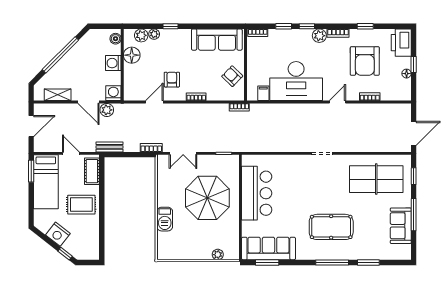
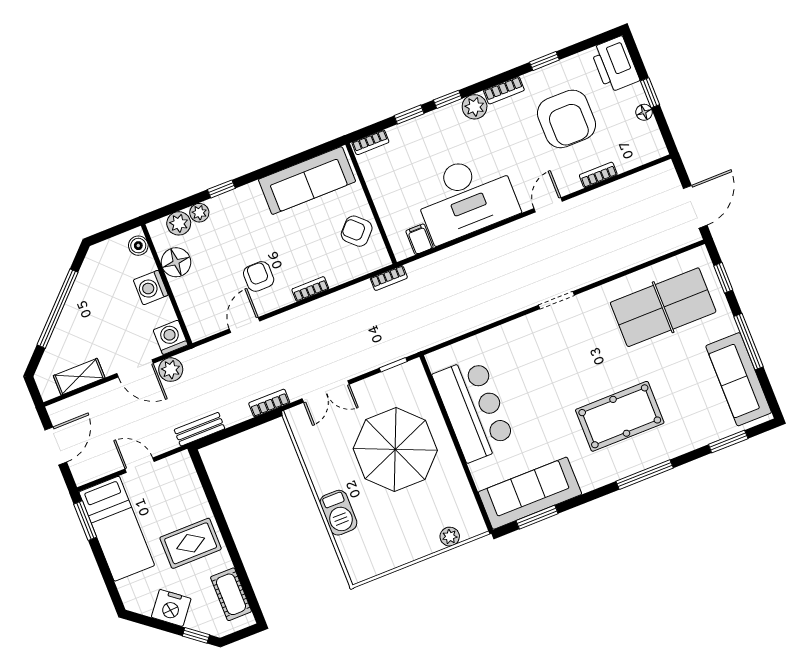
cot: (92, 171) -> (231, 594), moved
sofa: (401, 226) -> (739, 379), width x1.36
window: (368, 262) -> (728, 442), moved

